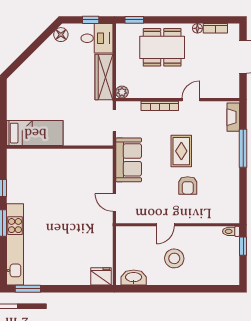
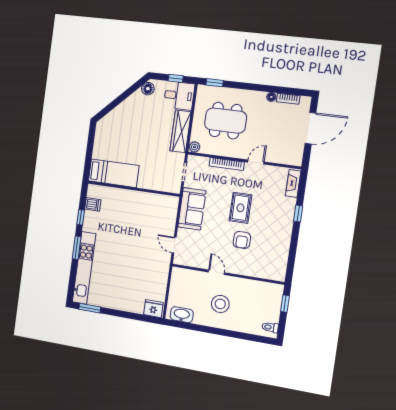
dining table: (162, 47) -> (226, 121), moved
window: (243, 148) -> (298, 214), width x0.46
dishwasher: (15, 171) -> (93, 204), added
door: (165, 225) -> (216, 272), swing flipped
toilet: (231, 231) -> (270, 327), moved

